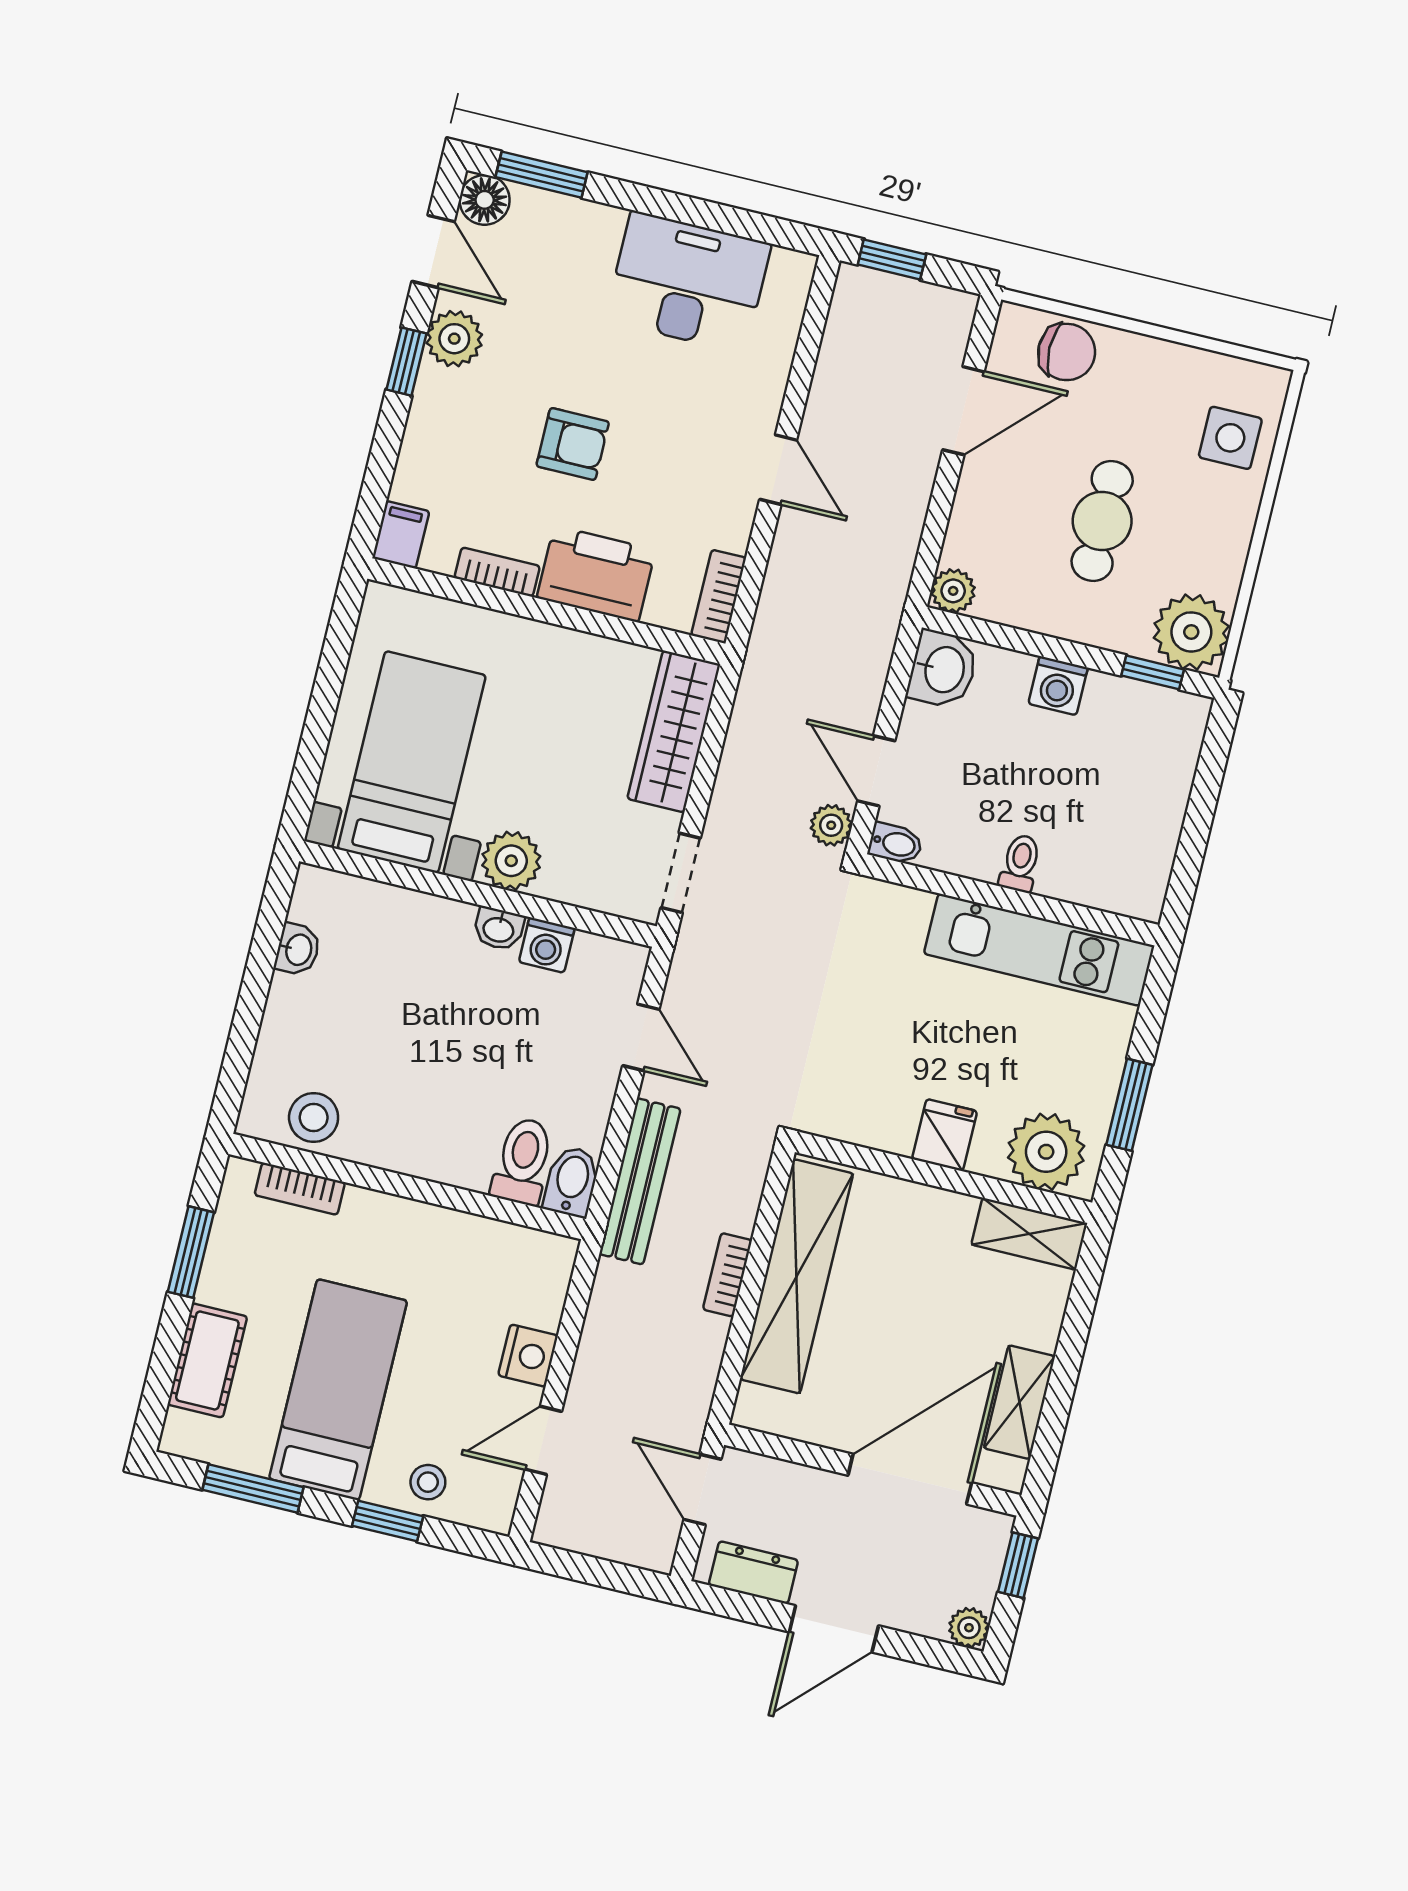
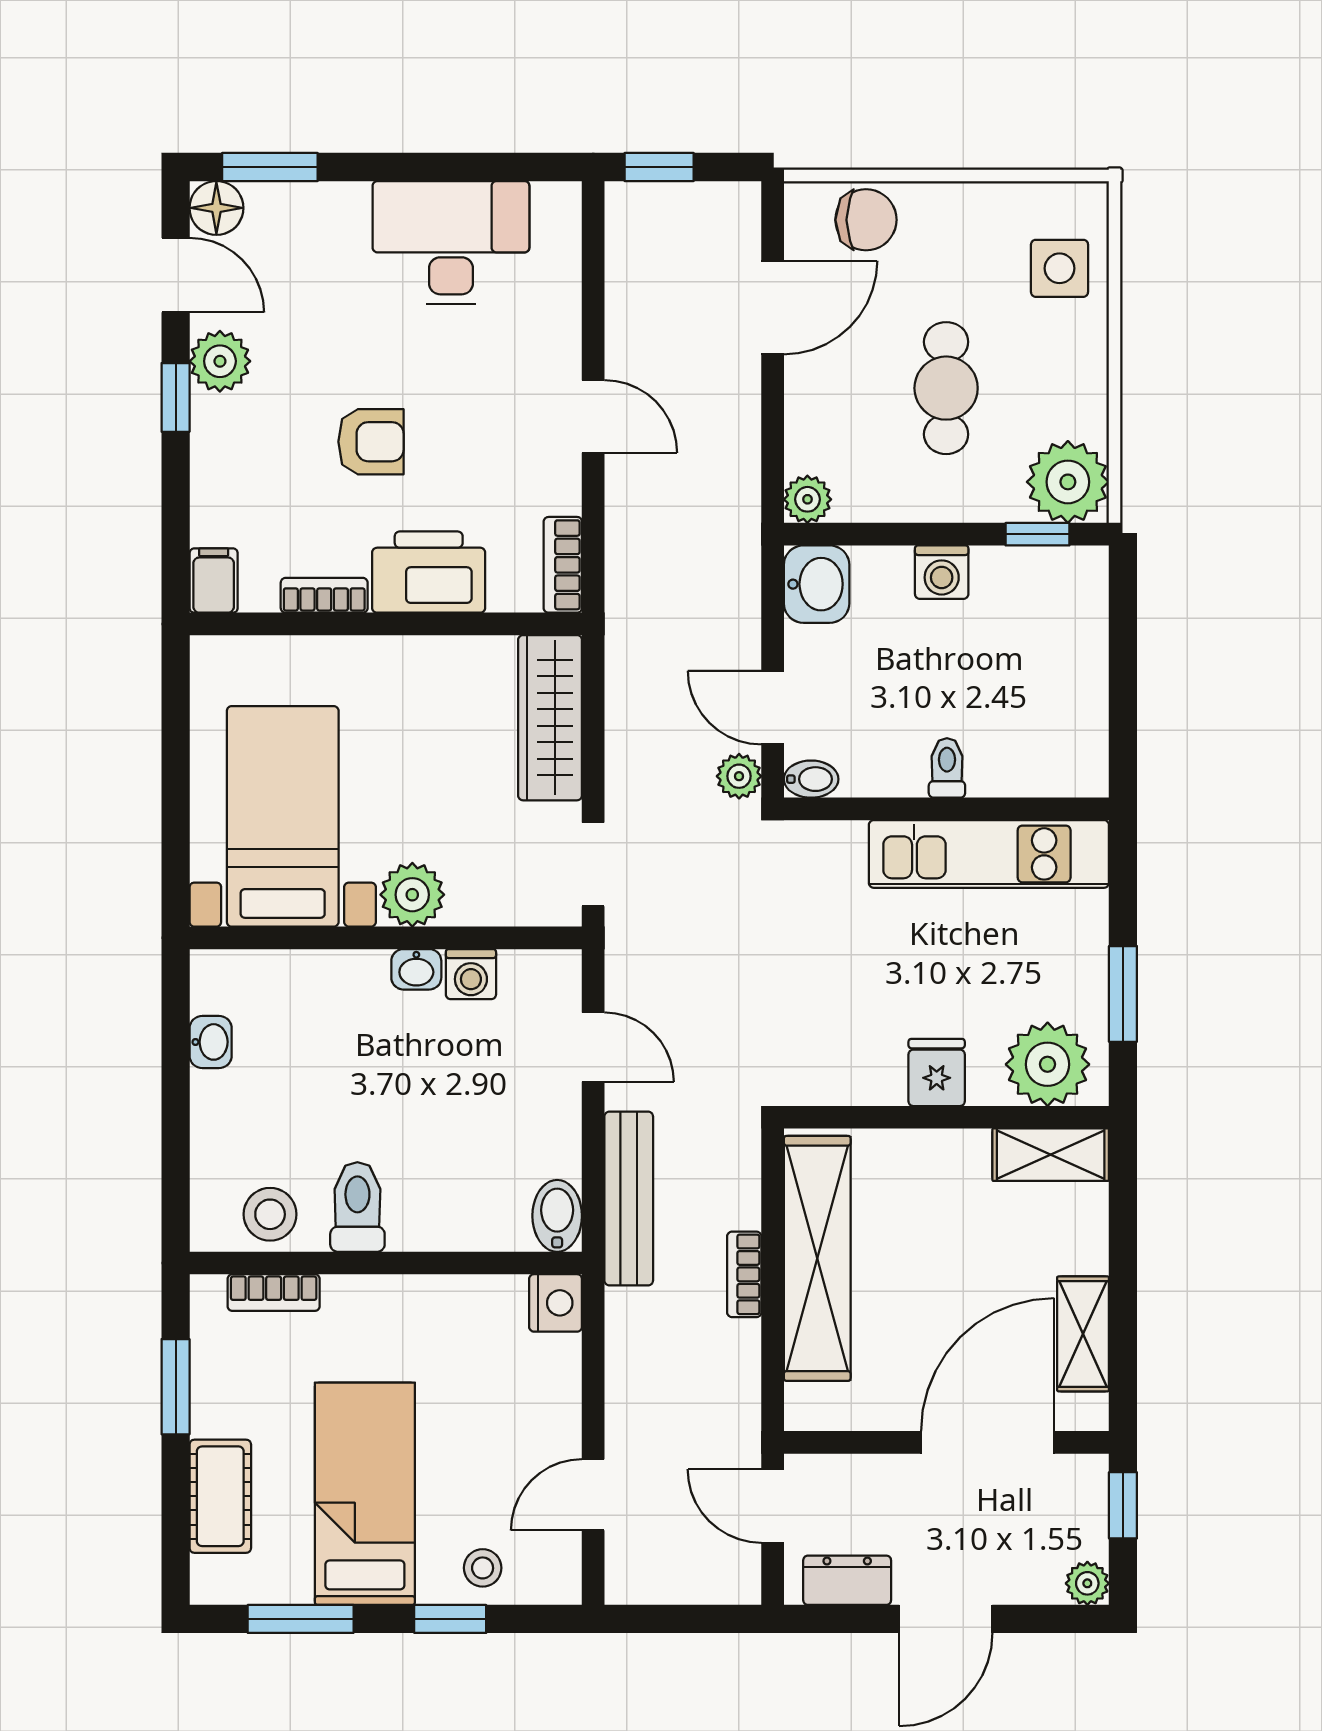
toilet: (523, 1161) -> (357, 1207), moved
nightstand: (528, 1356) -> (556, 1303), moved

